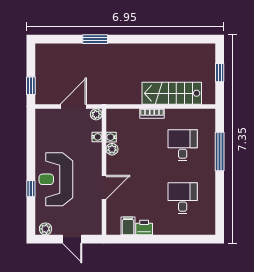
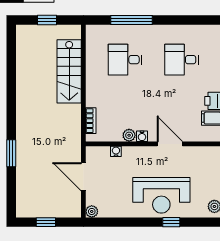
window: (31, 86) -> (46, 222), moved
bookcase: (152, 113) -> (91, 121), moved
plant: (96, 114) -> (92, 211), moved
water cooler: (111, 137) -> (142, 136), moved

